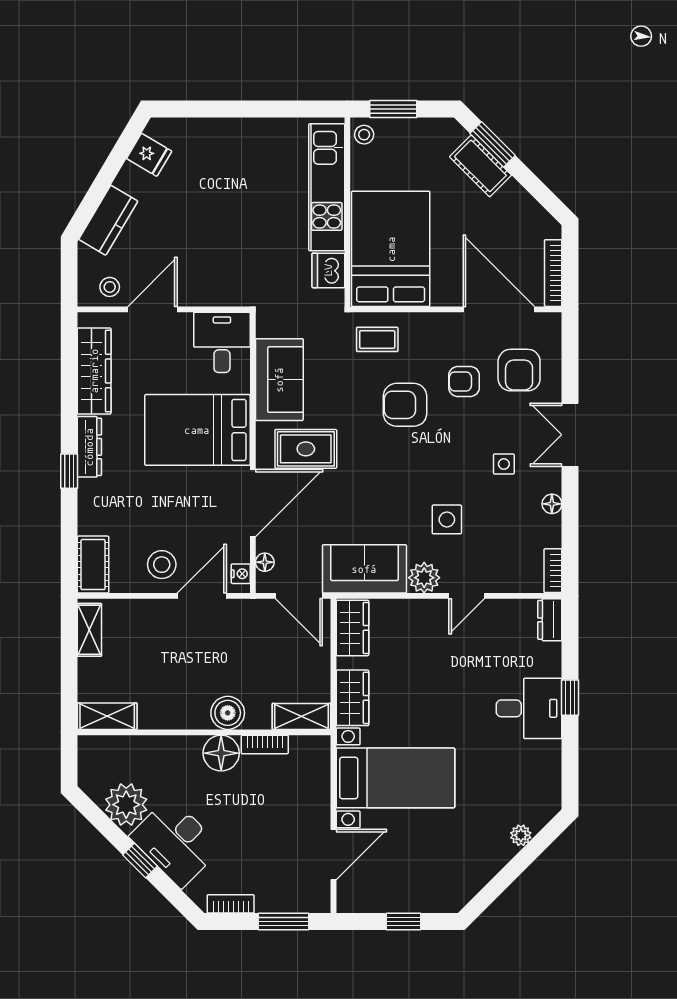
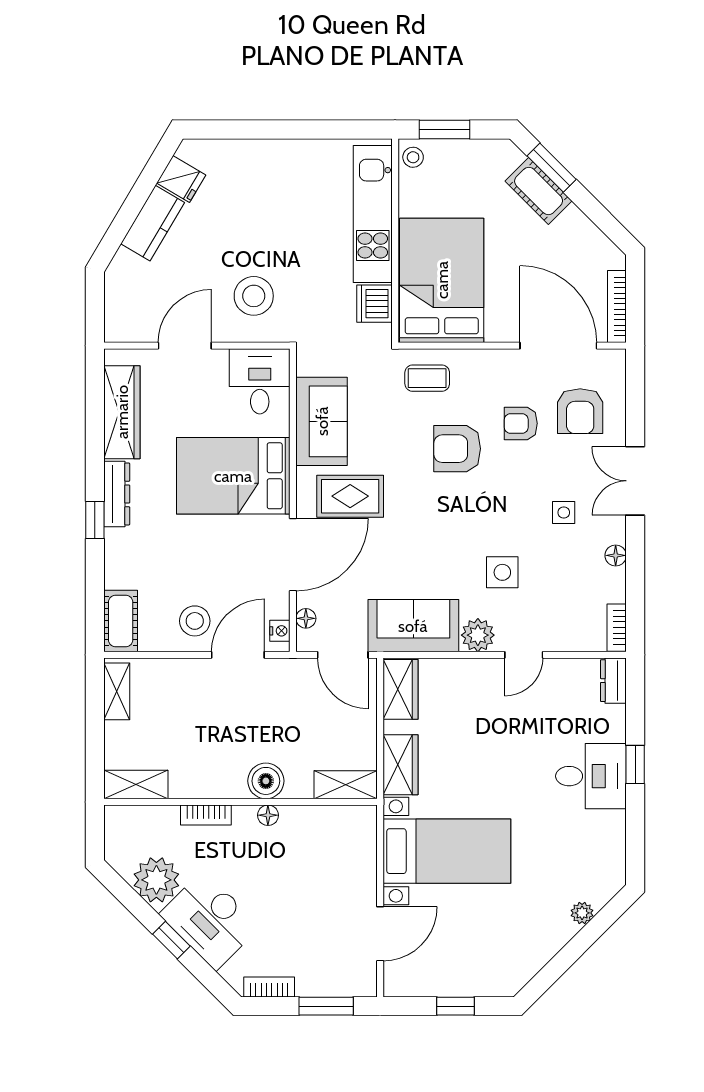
kitchen counter: (108, 220) -> (153, 223), moved
stool: (110, 287) -> (254, 296), moved, width x1.89, depth x1.89
bookcase: (265, 744) -> (206, 815), moved
floor lamp: (221, 753) -> (268, 815), width x0.53, depth x0.53

